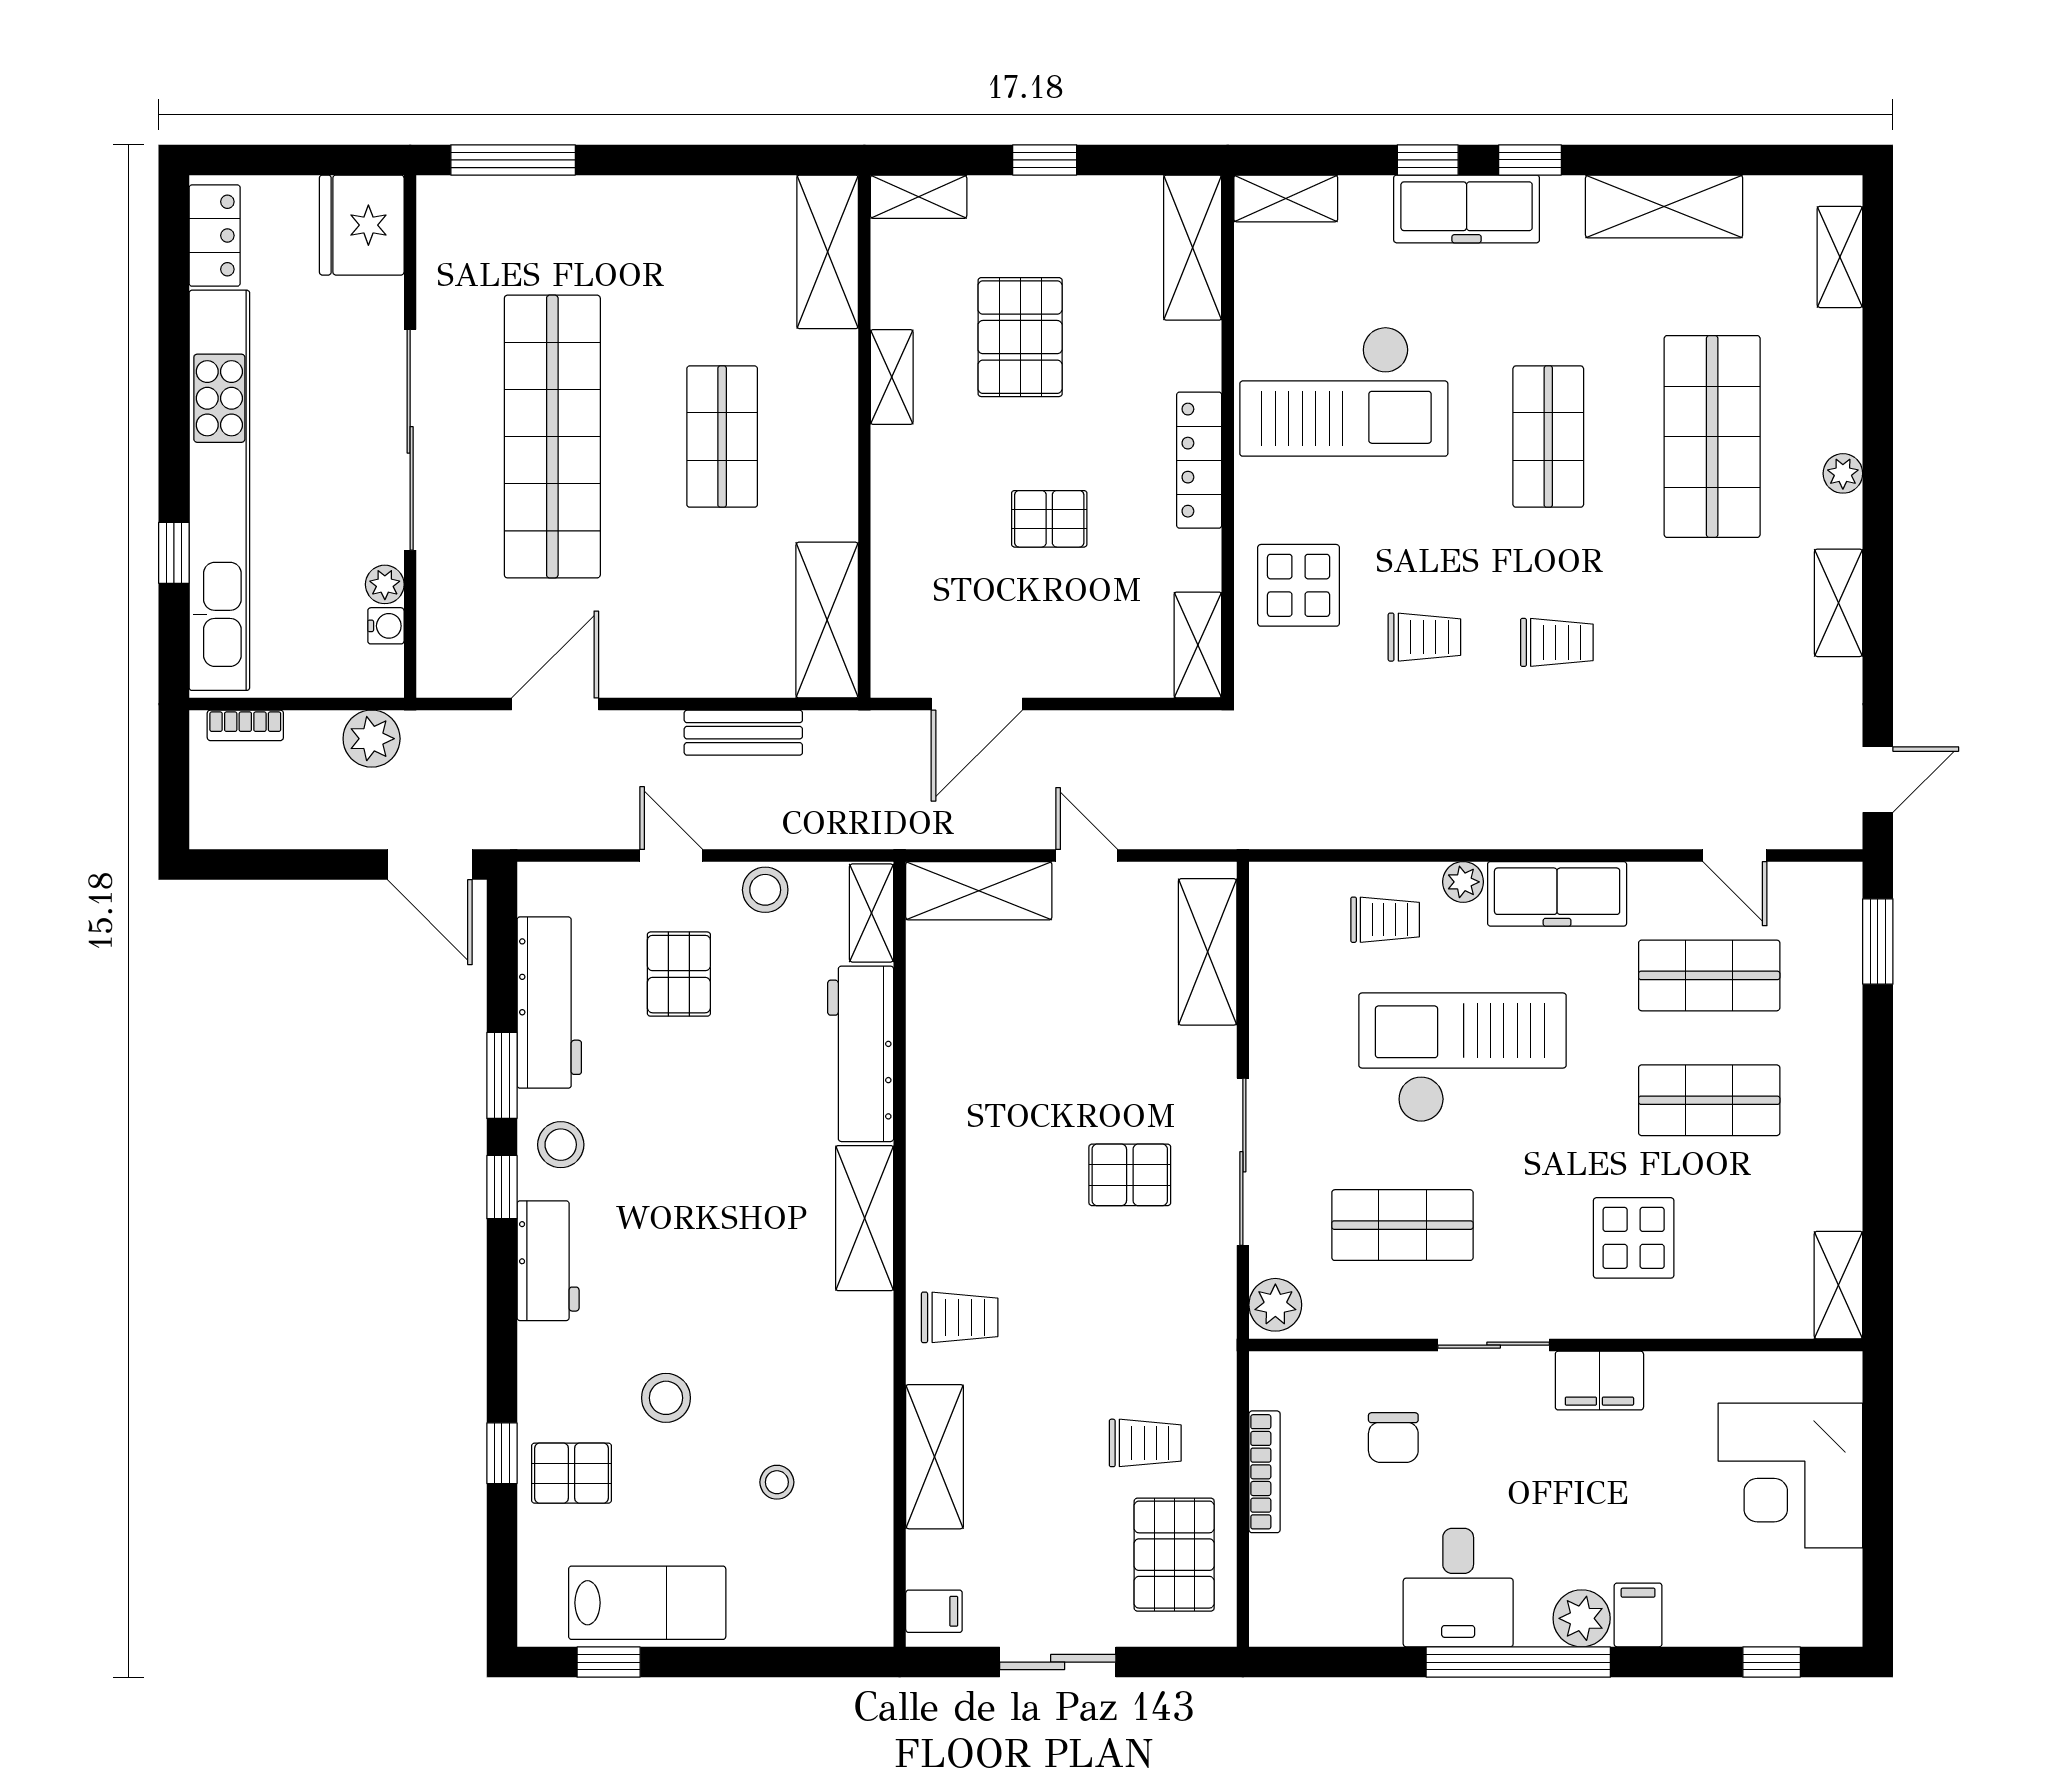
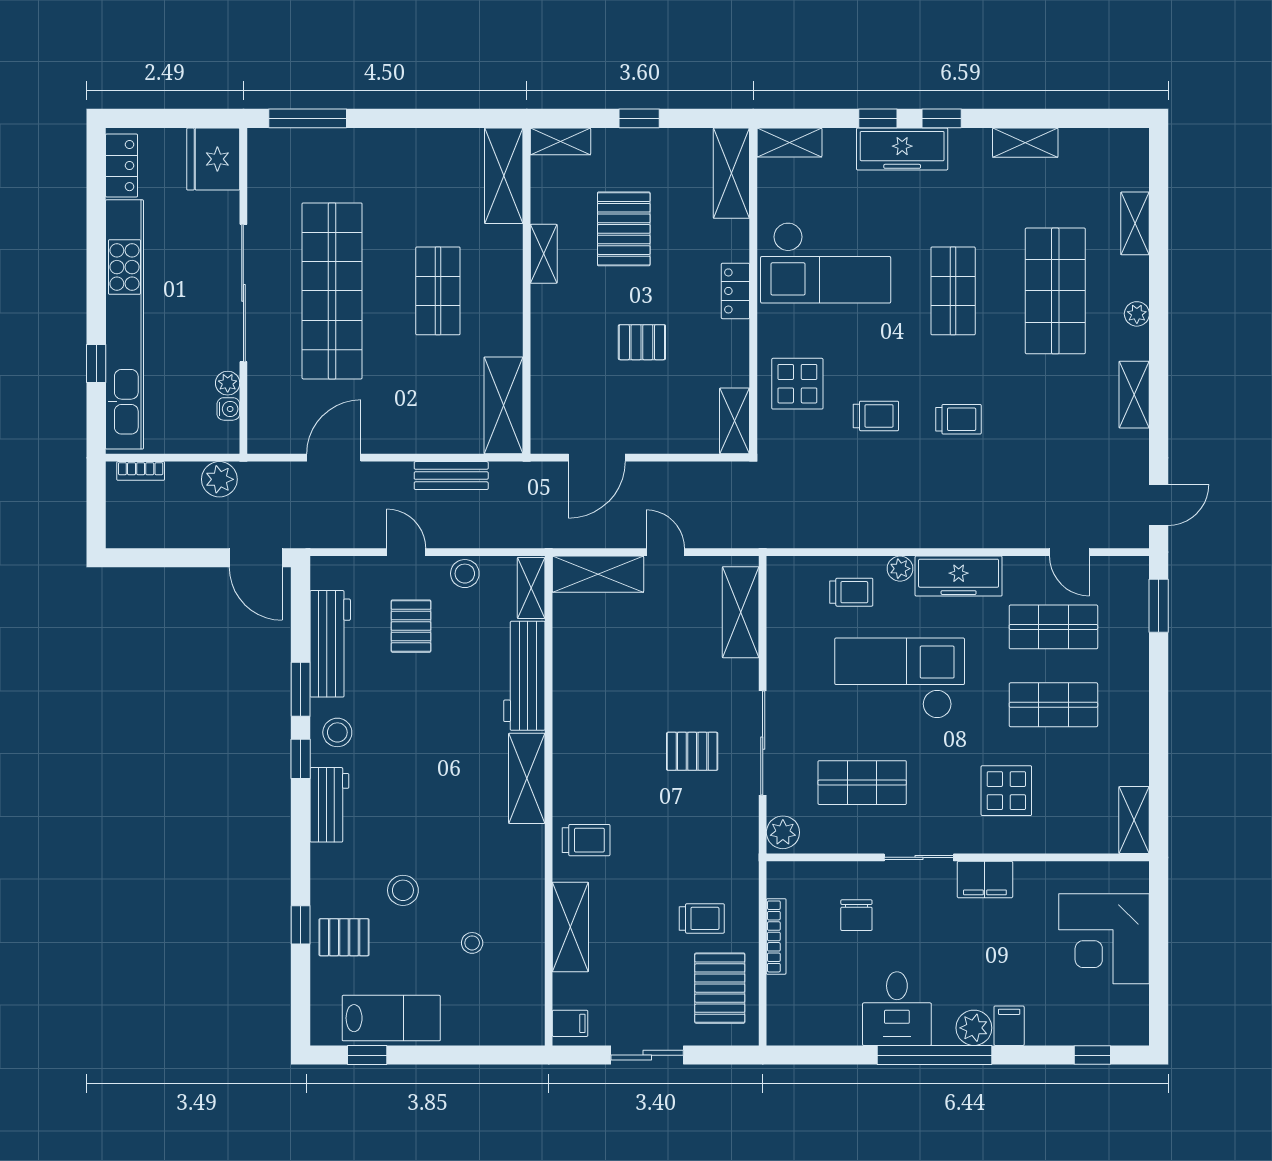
shelving: (1664, 207) -> (1025, 143), width x0.67, depth x0.75
shelving: (1840, 257) -> (1135, 223), moved
locker: (1199, 460) -> (735, 291), width x0.66

